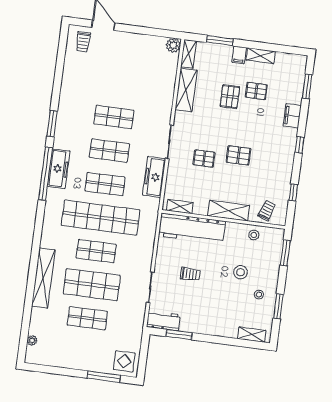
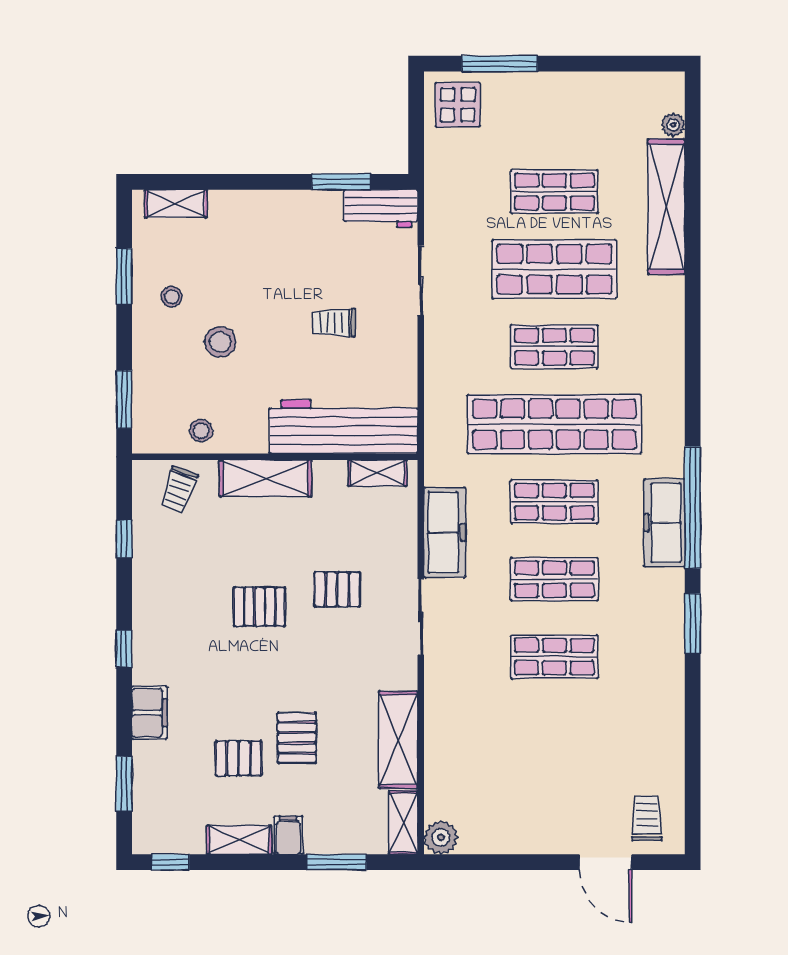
window: (292, 50) -> (170, 862), added
shelving: (43, 278) -> (666, 207), moved

